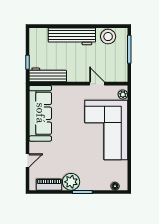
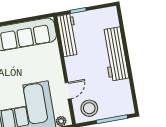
stool: (108, 37) -> (89, 108), moved

